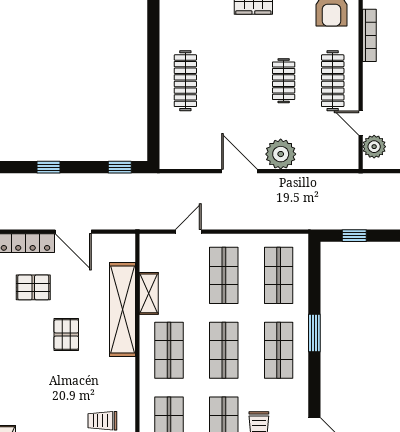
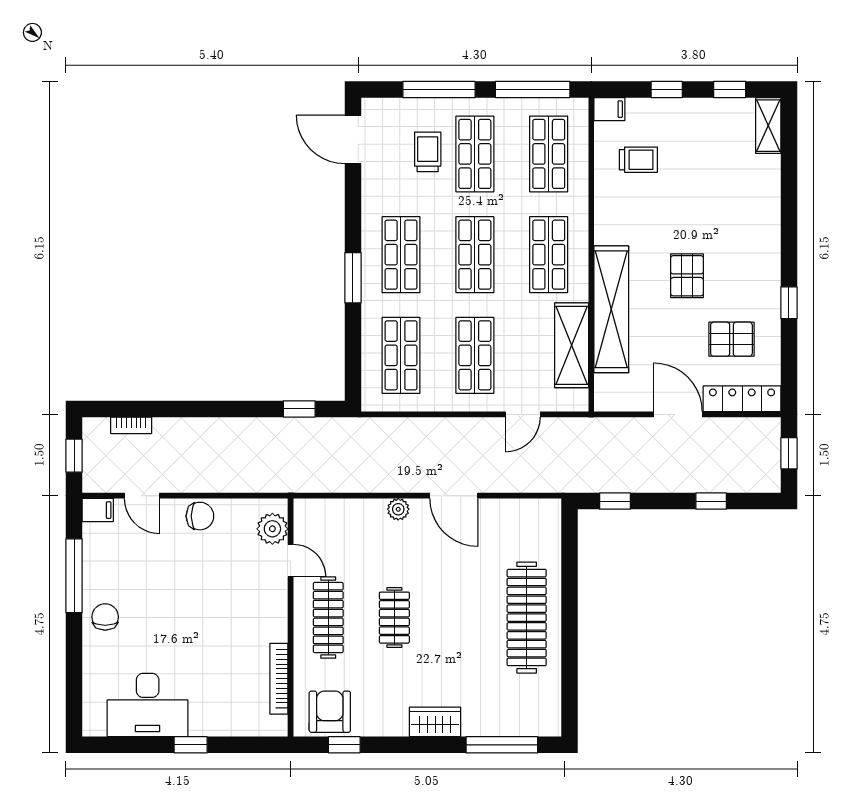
clothes rail: (185, 81) -> (527, 618), width x1.37, depth x1.31
plant: (281, 154) -> (398, 509), width x0.53, depth x0.53
shelving: (149, 293) -> (572, 345), width x1.50, depth x1.33

